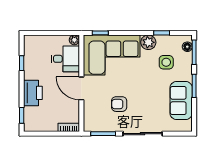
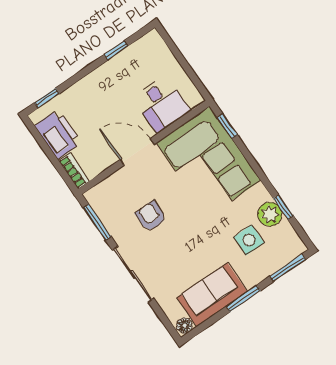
plant: (74, 40) -> (195, 99), removed
plant: (148, 42) -> (270, 214), moved
floor lamp: (187, 47) -> (185, 326), moved
door: (81, 88) -> (137, 152), hinge flipped
printer: (33, 93) -> (58, 134), moved, turned -90

